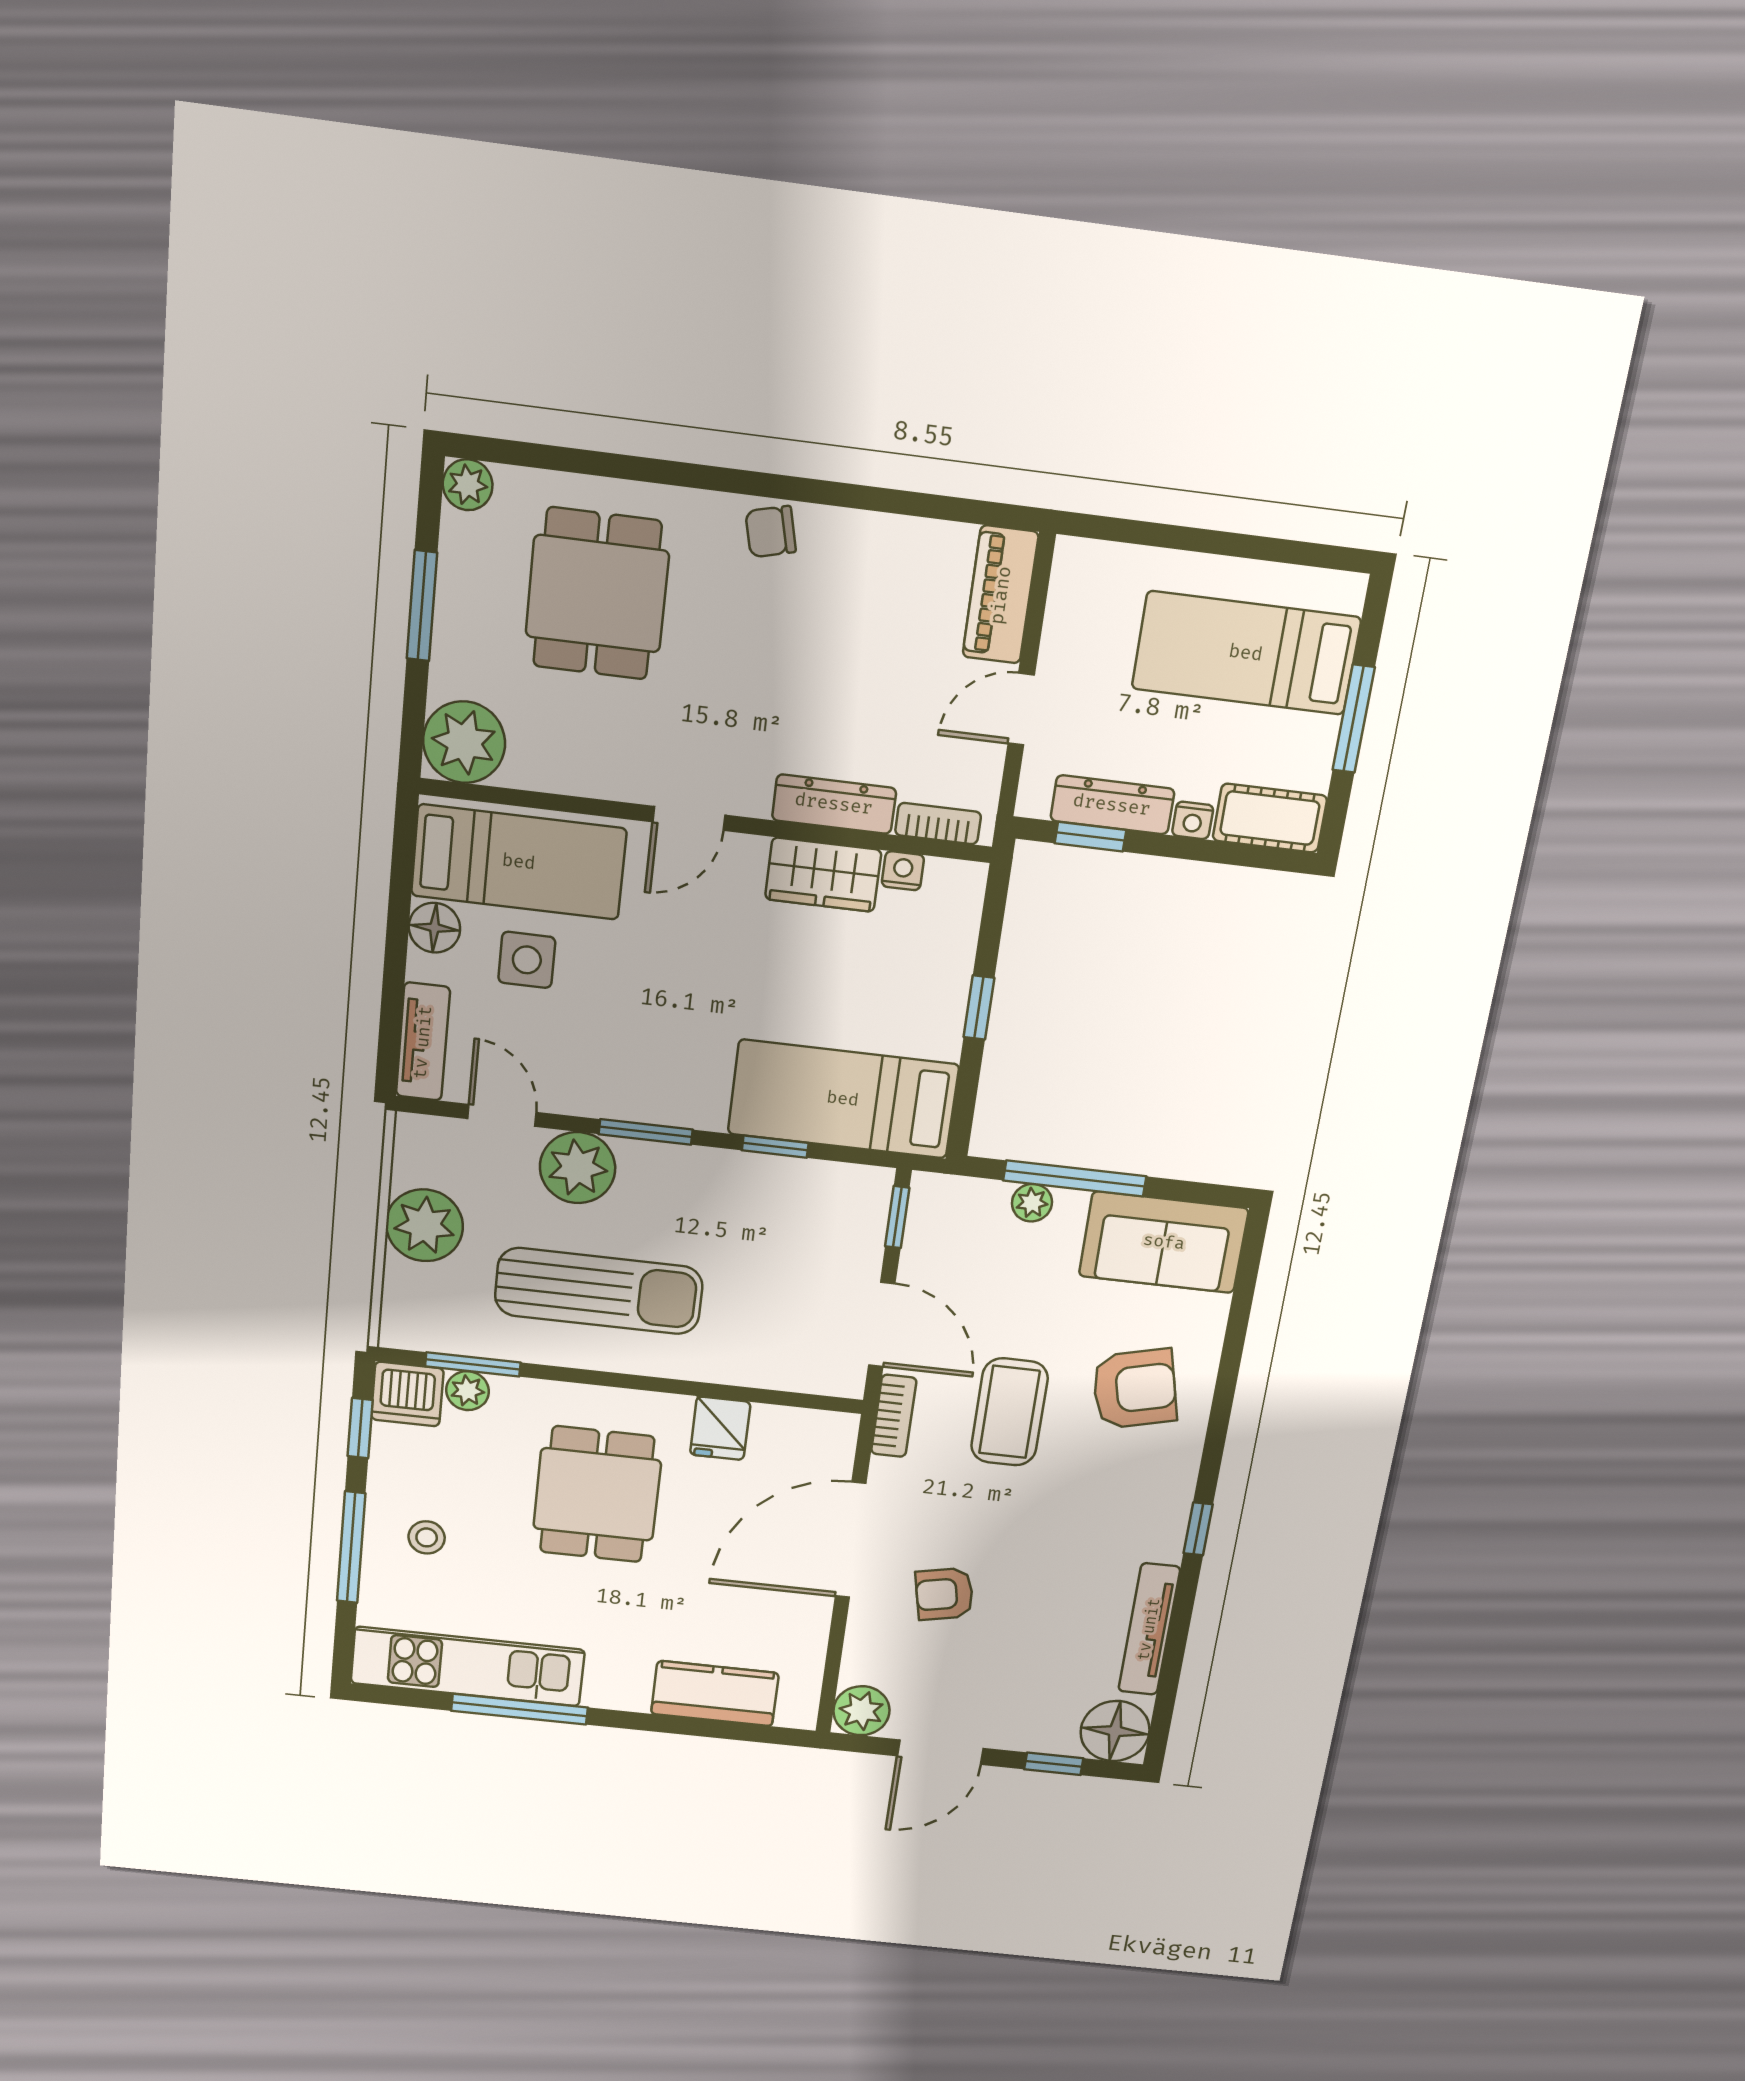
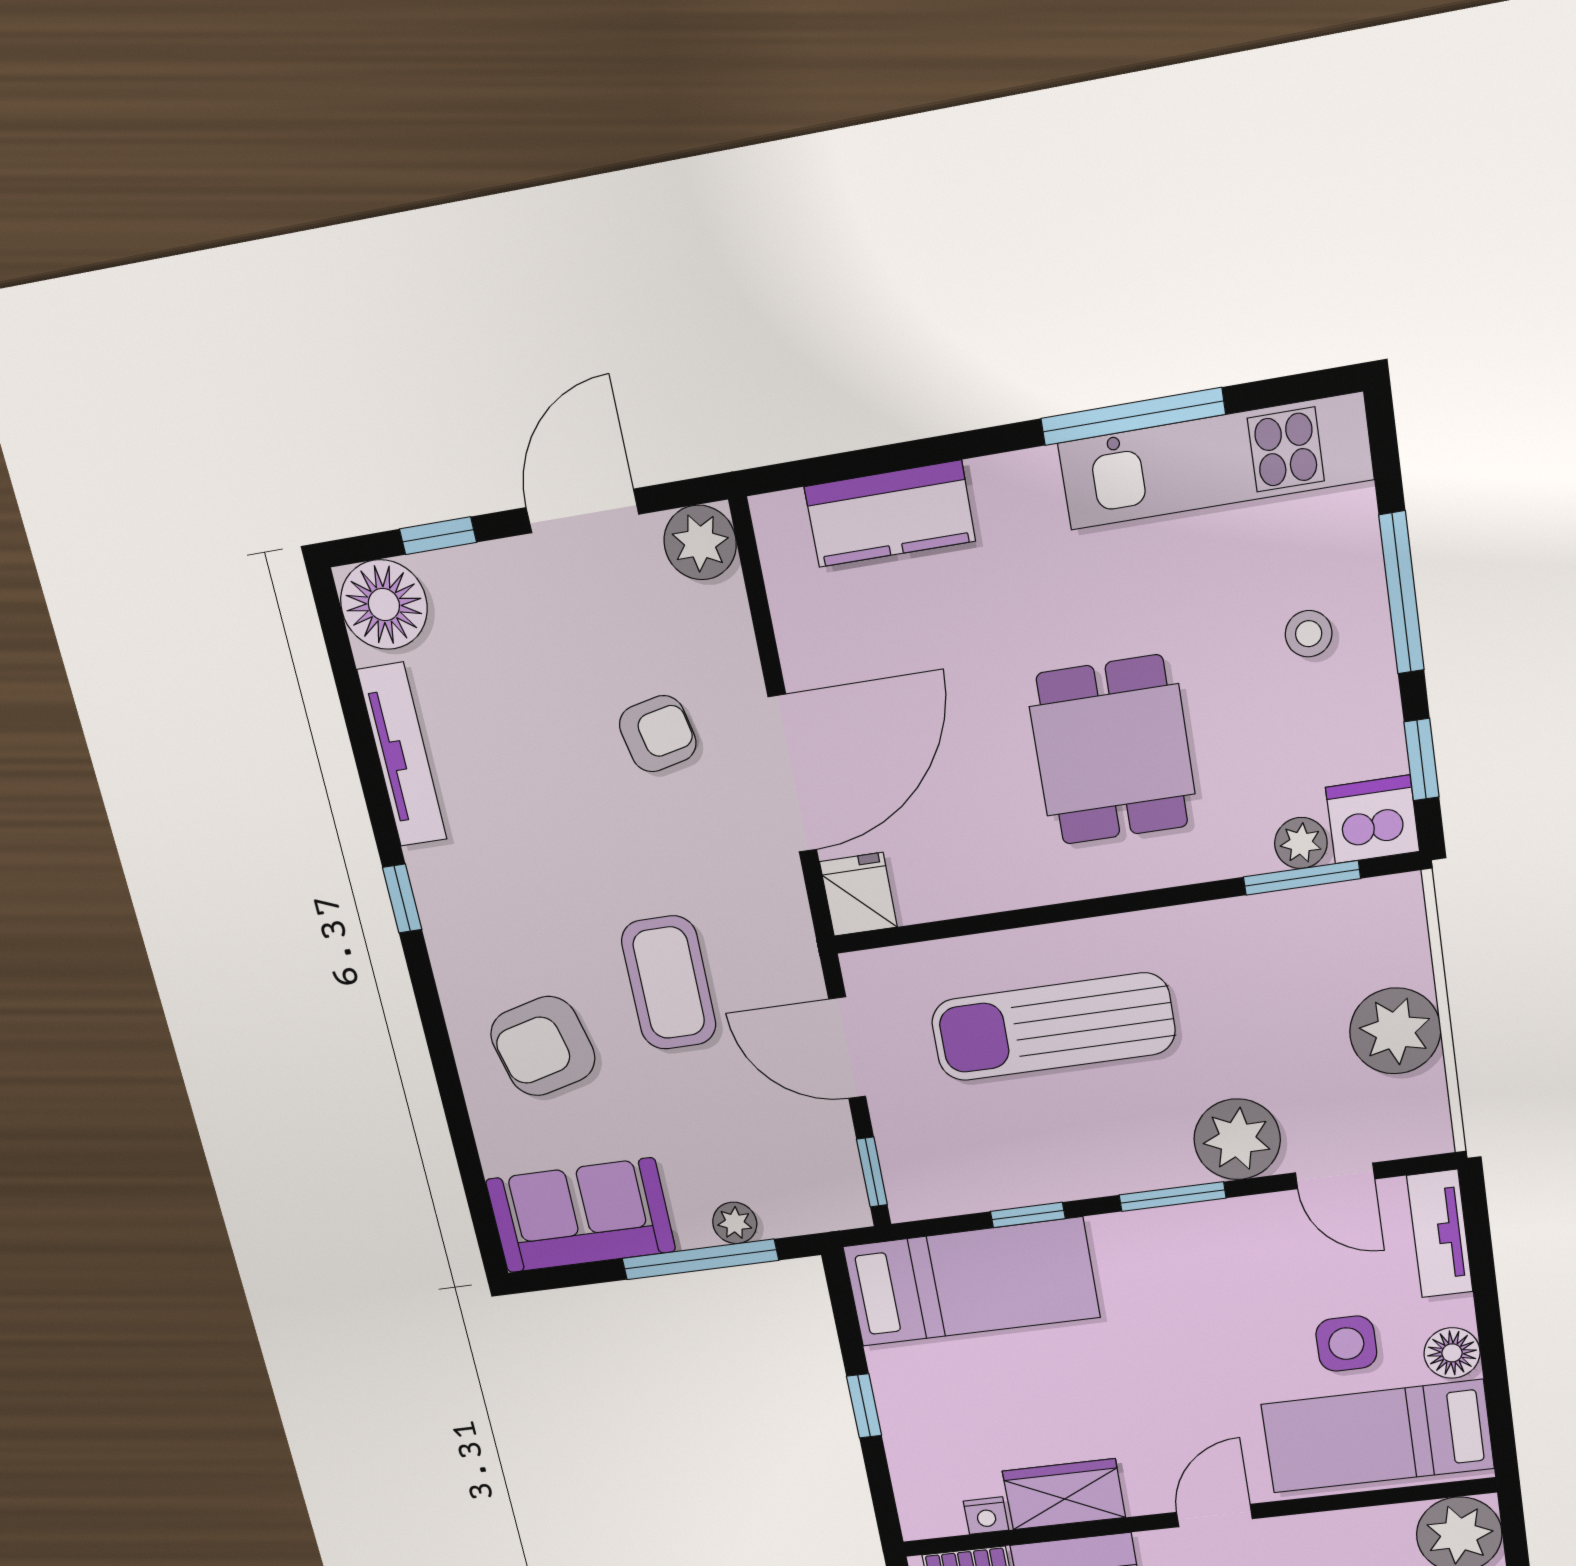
sun lounger: (599, 1291) -> (1053, 1027), moved
bookcase: (894, 1416) -> (796, 944), removed
fridge: (720, 1428) -> (858, 894), moved

